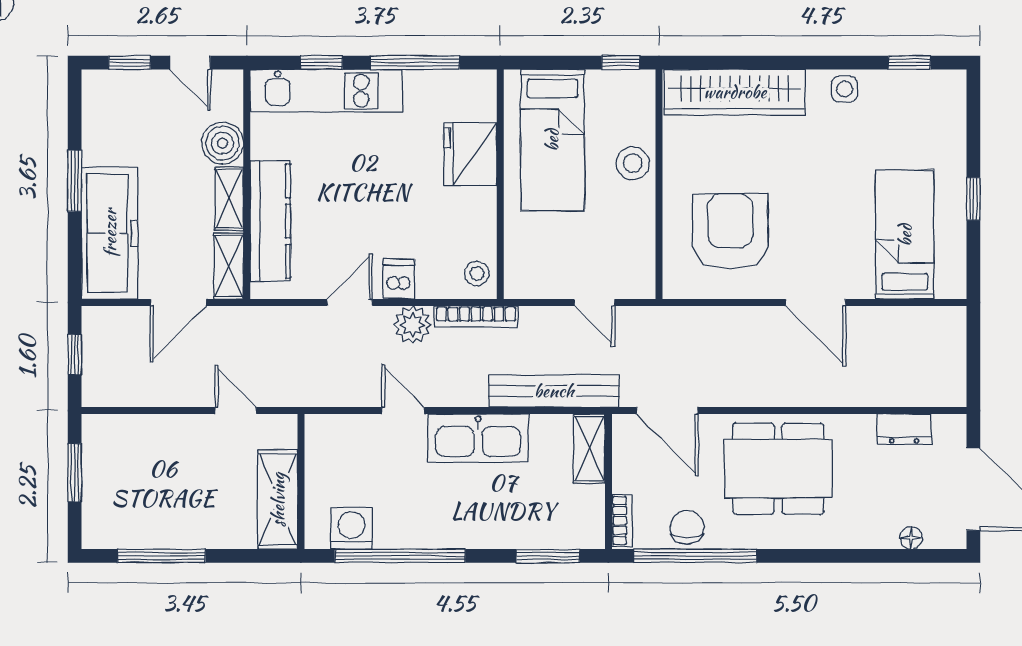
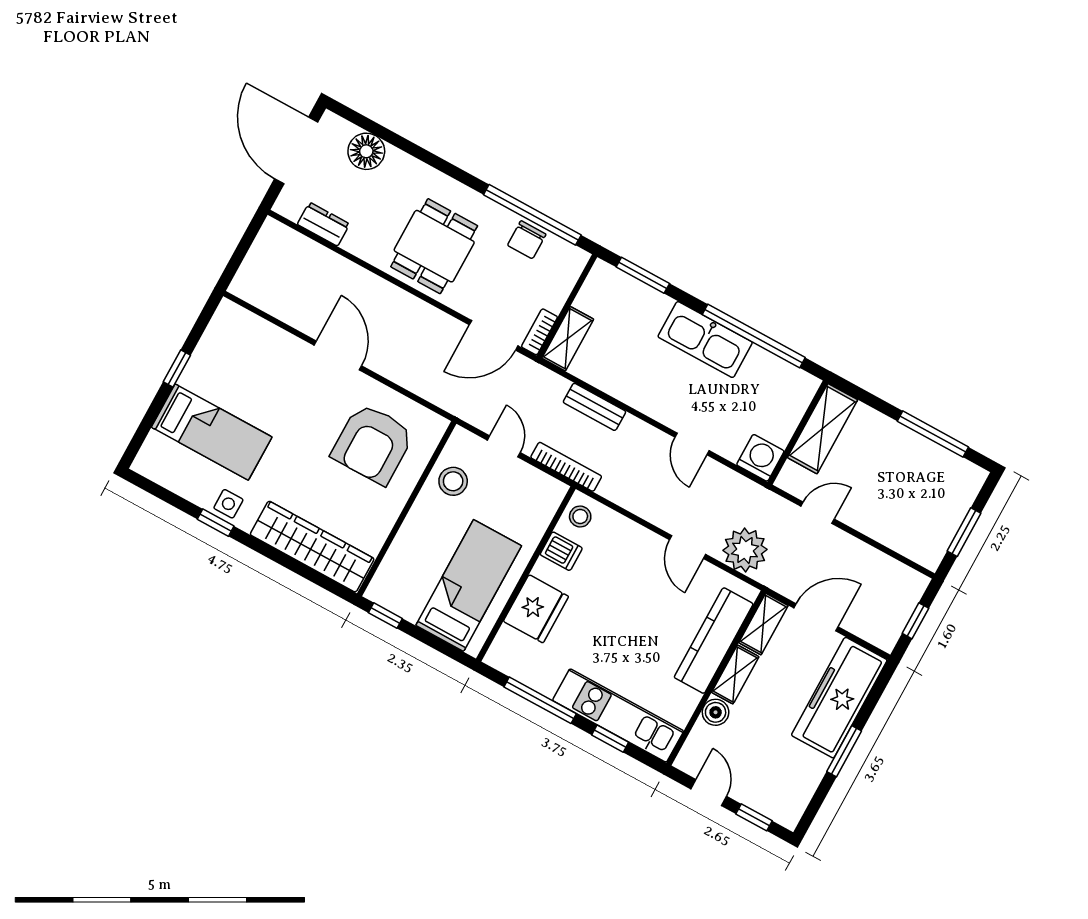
window: (909, 63) -> (216, 523), moved
boiler: (223, 143) -> (716, 712), width x0.73, depth x0.73
stool: (633, 163) -> (453, 481), moved
bed: (905, 235) -> (212, 432), moved, turned -90
dishwasher: (399, 279) -> (561, 551), moved, turned -90
door: (350, 302) -> (688, 547), hinge flipped
bookcase: (476, 317) -> (566, 467), moved
plant: (412, 325) -> (745, 550), moved, width x1.36, depth x1.36
bench: (554, 391) -> (594, 407), width x0.54, depth x0.82
door: (236, 411) -> (818, 513), swing flipped
door: (667, 411) -> (494, 335), swing flipped
kitchen sink: (478, 438) -> (705, 340), moved, turned 180
dining table: (778, 469) -> (434, 246), width x0.73
bookcase: (622, 521) -> (539, 332), moved
washing machine: (351, 528) -> (760, 458), moved, turned 180
floor lamp: (911, 538) -> (366, 151), width x1.89, depth x1.89

